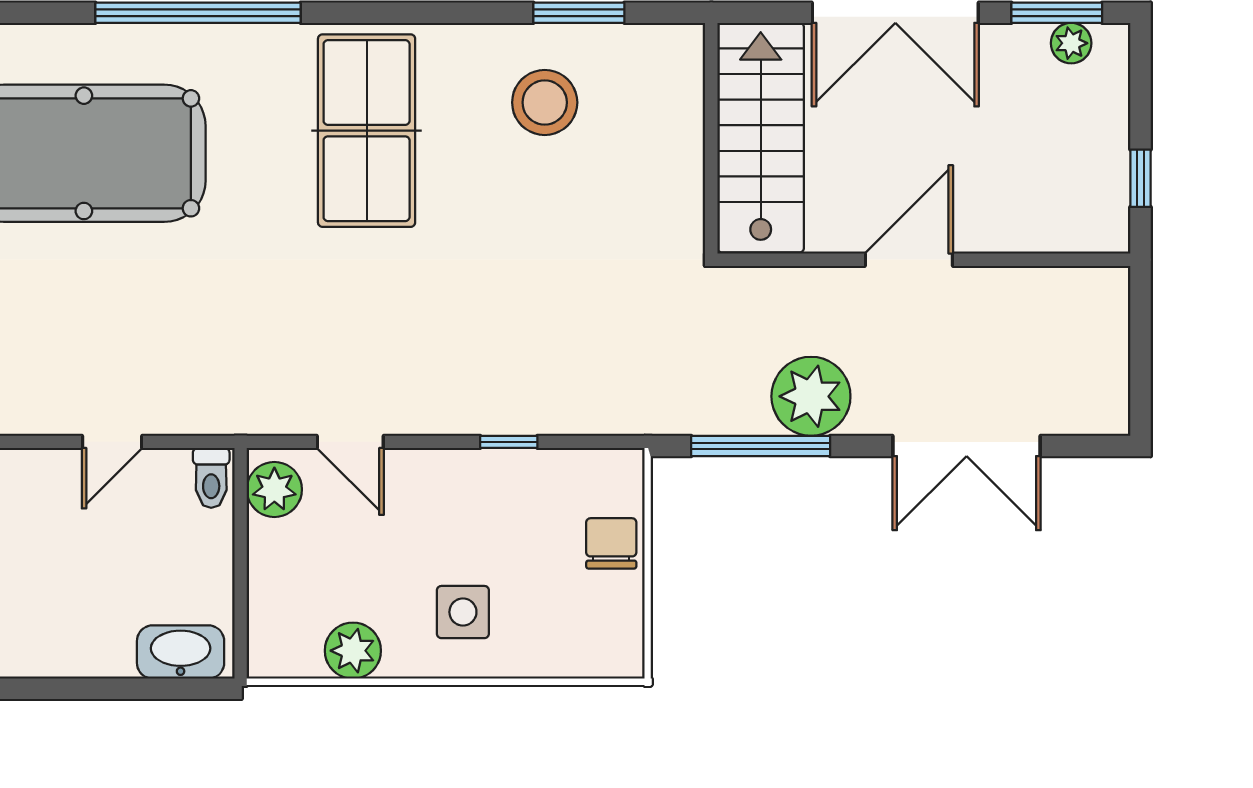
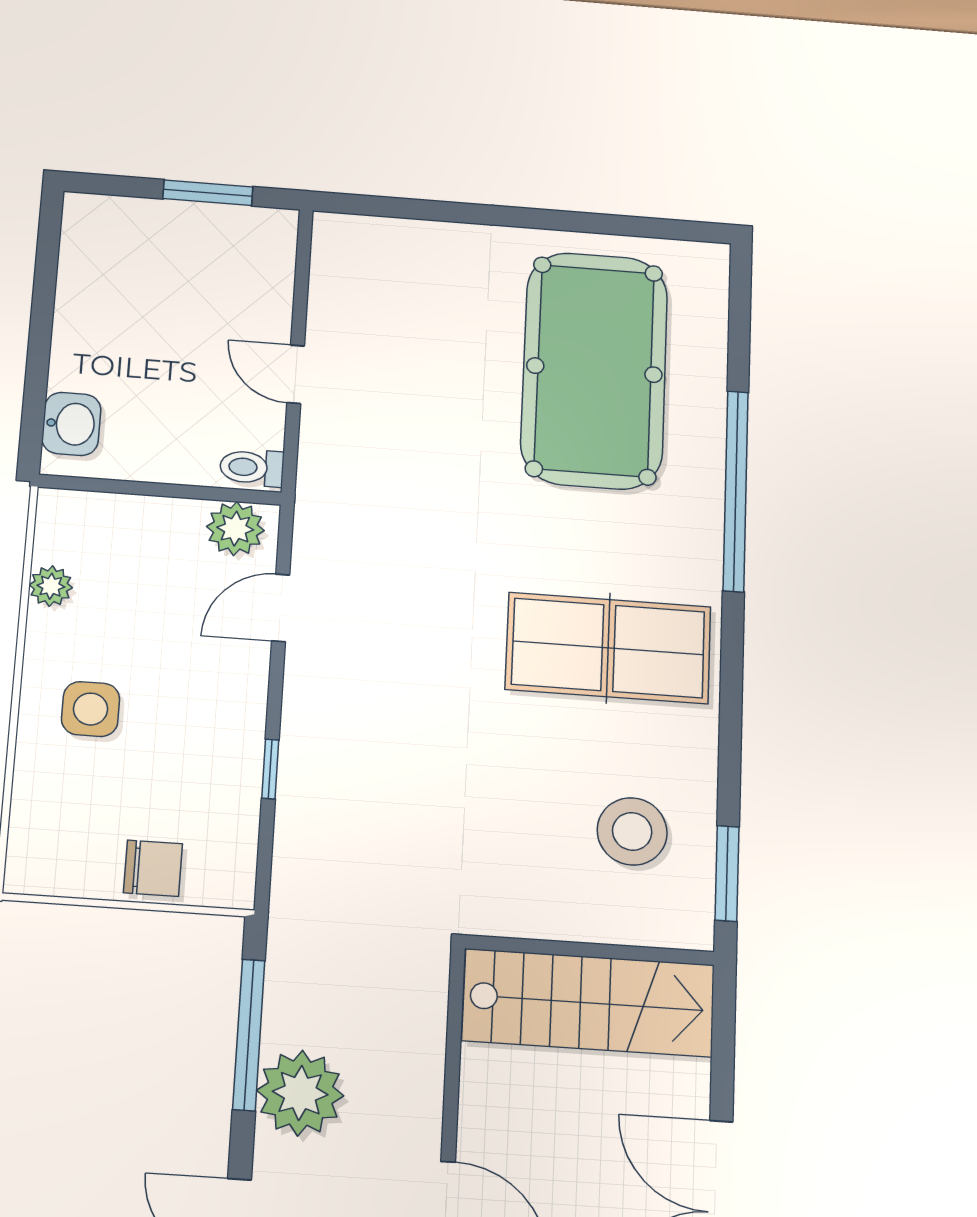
wall: (711, 138) -> (590, 950), moved
stairs: (761, 138) -> (589, 1003), moved
plant: (353, 651) -> (51, 586), width x0.73, depth x0.73
washbasin: (181, 652) -> (71, 424), width x0.72

